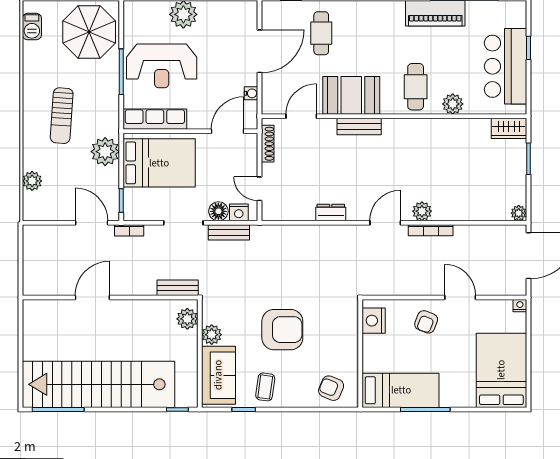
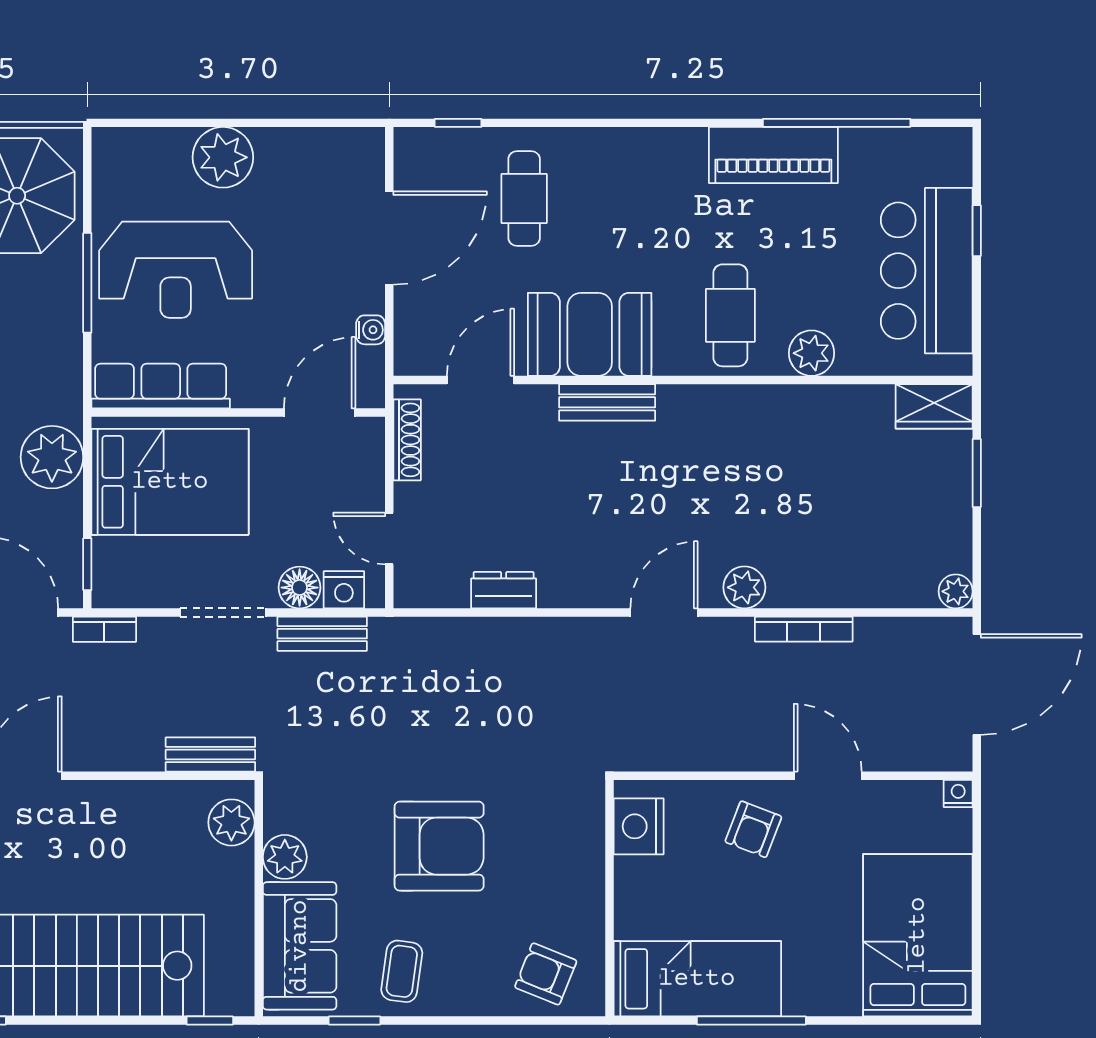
dresser: (331, 212) -> (504, 590), moved
bookcase: (431, 230) -> (804, 629), moved

